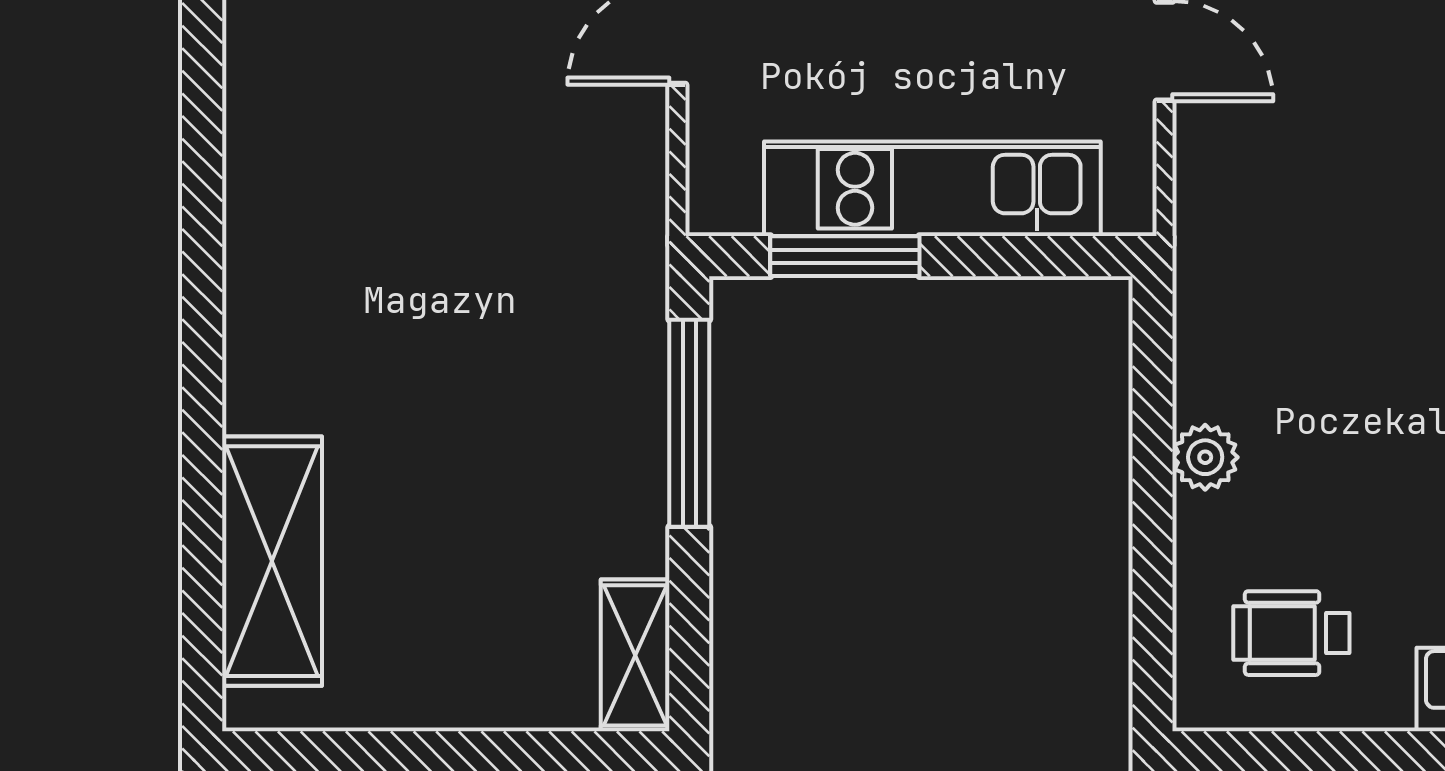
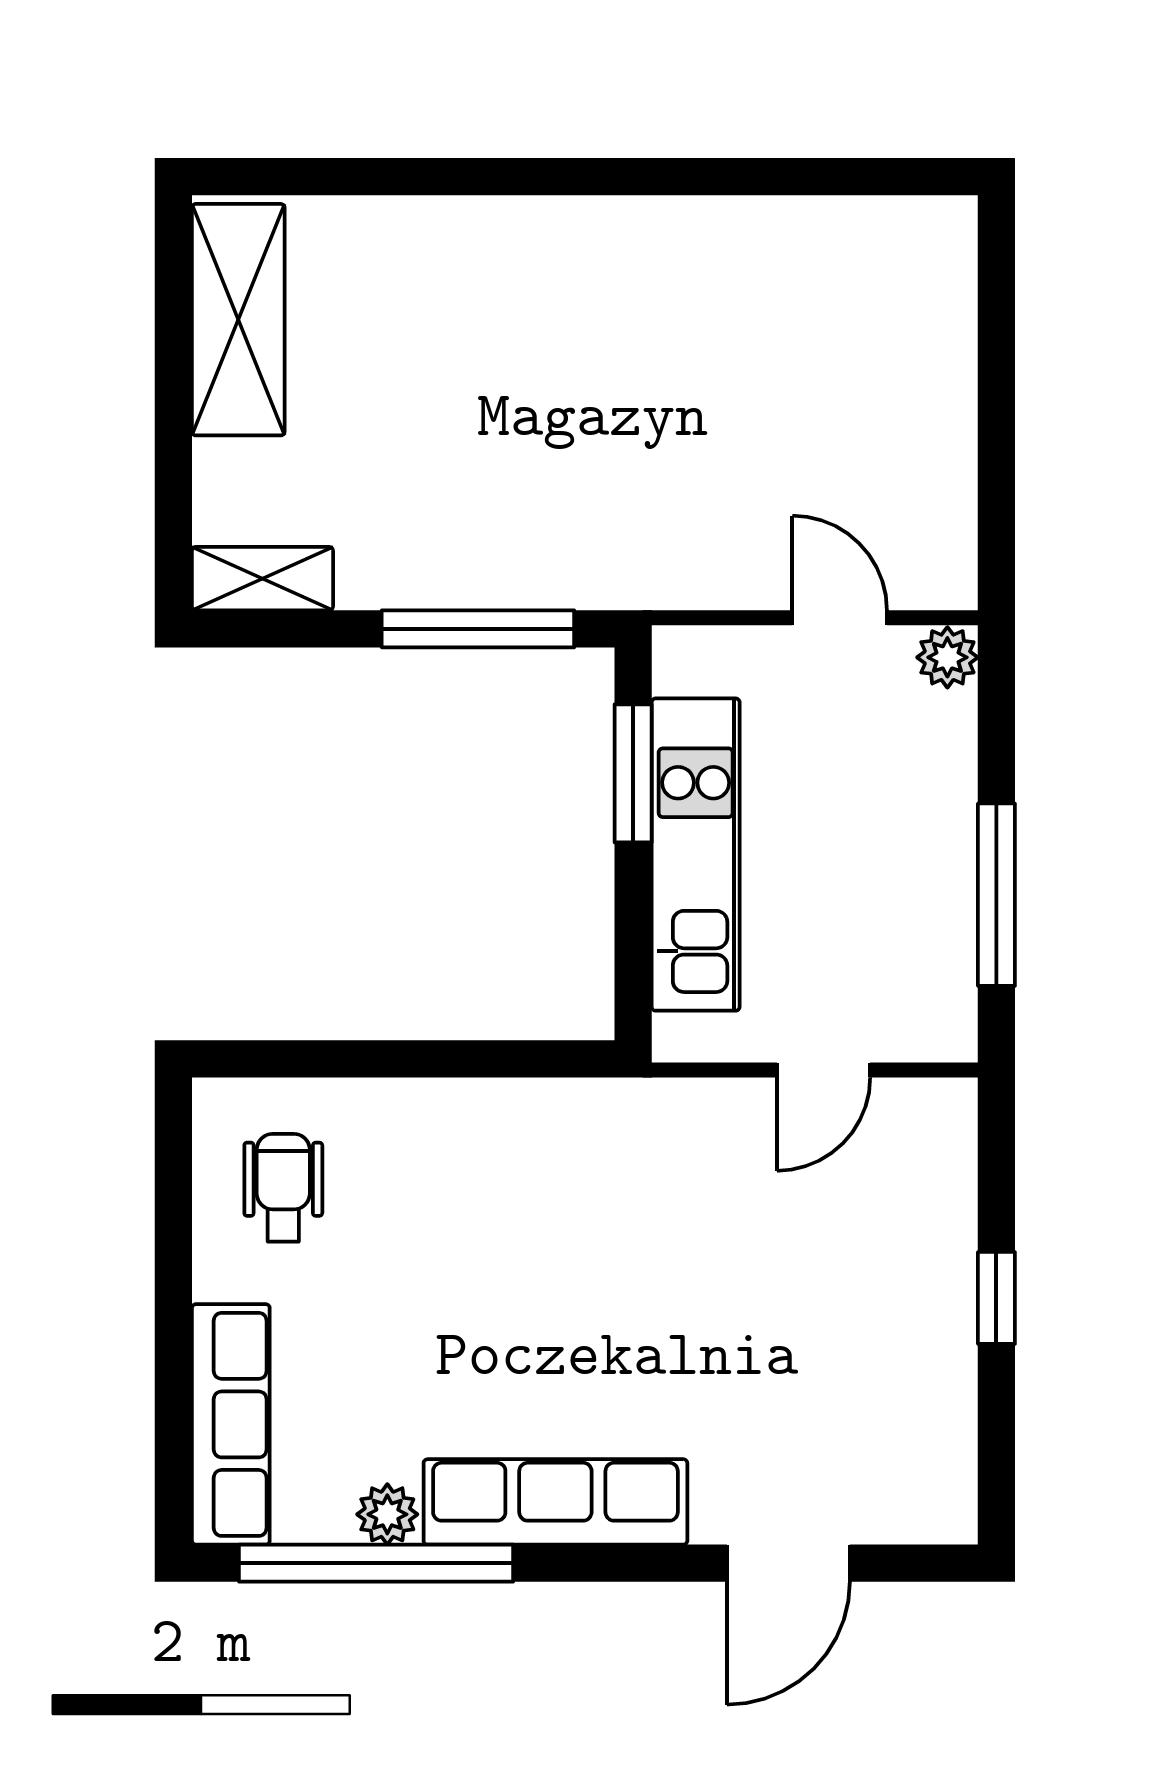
plant: (1205, 457) -> (446, 1108), removed
shelving: (272, 561) -> (238, 320), moved, turned 90

